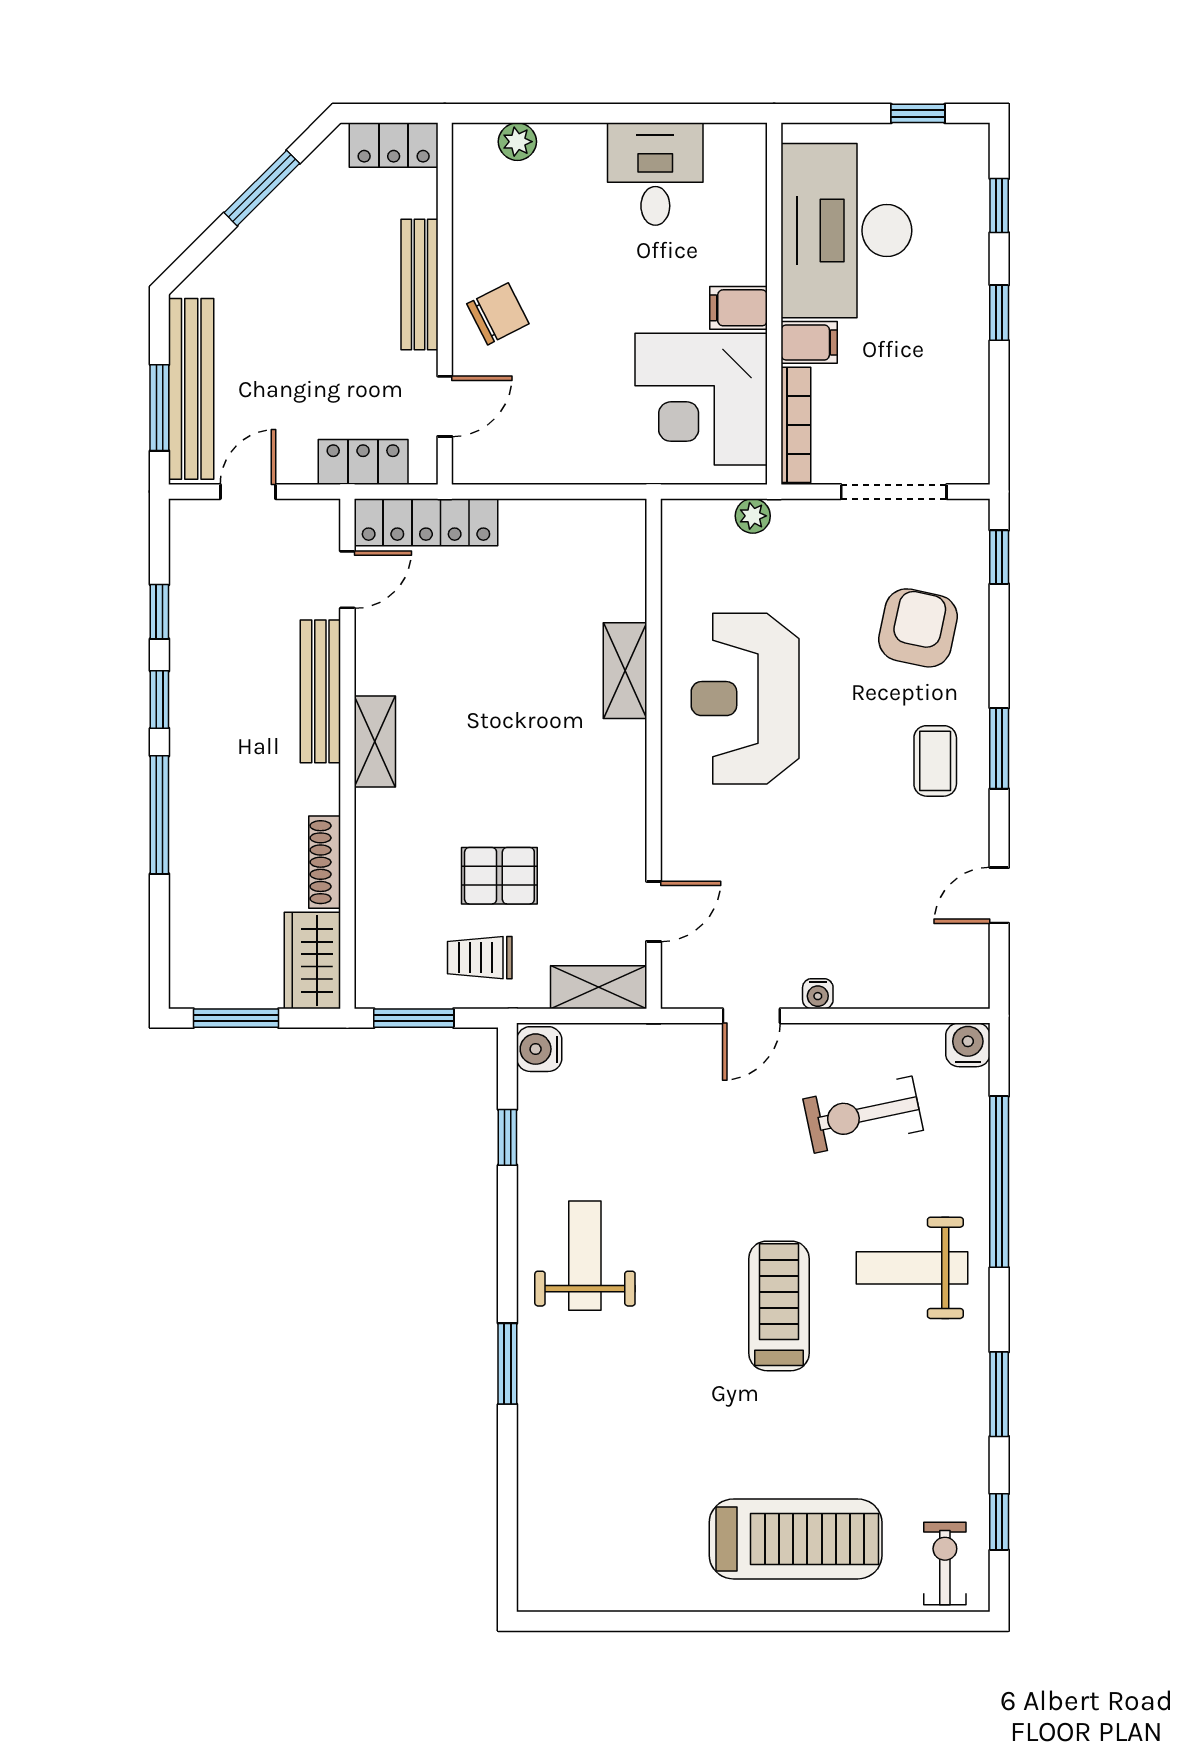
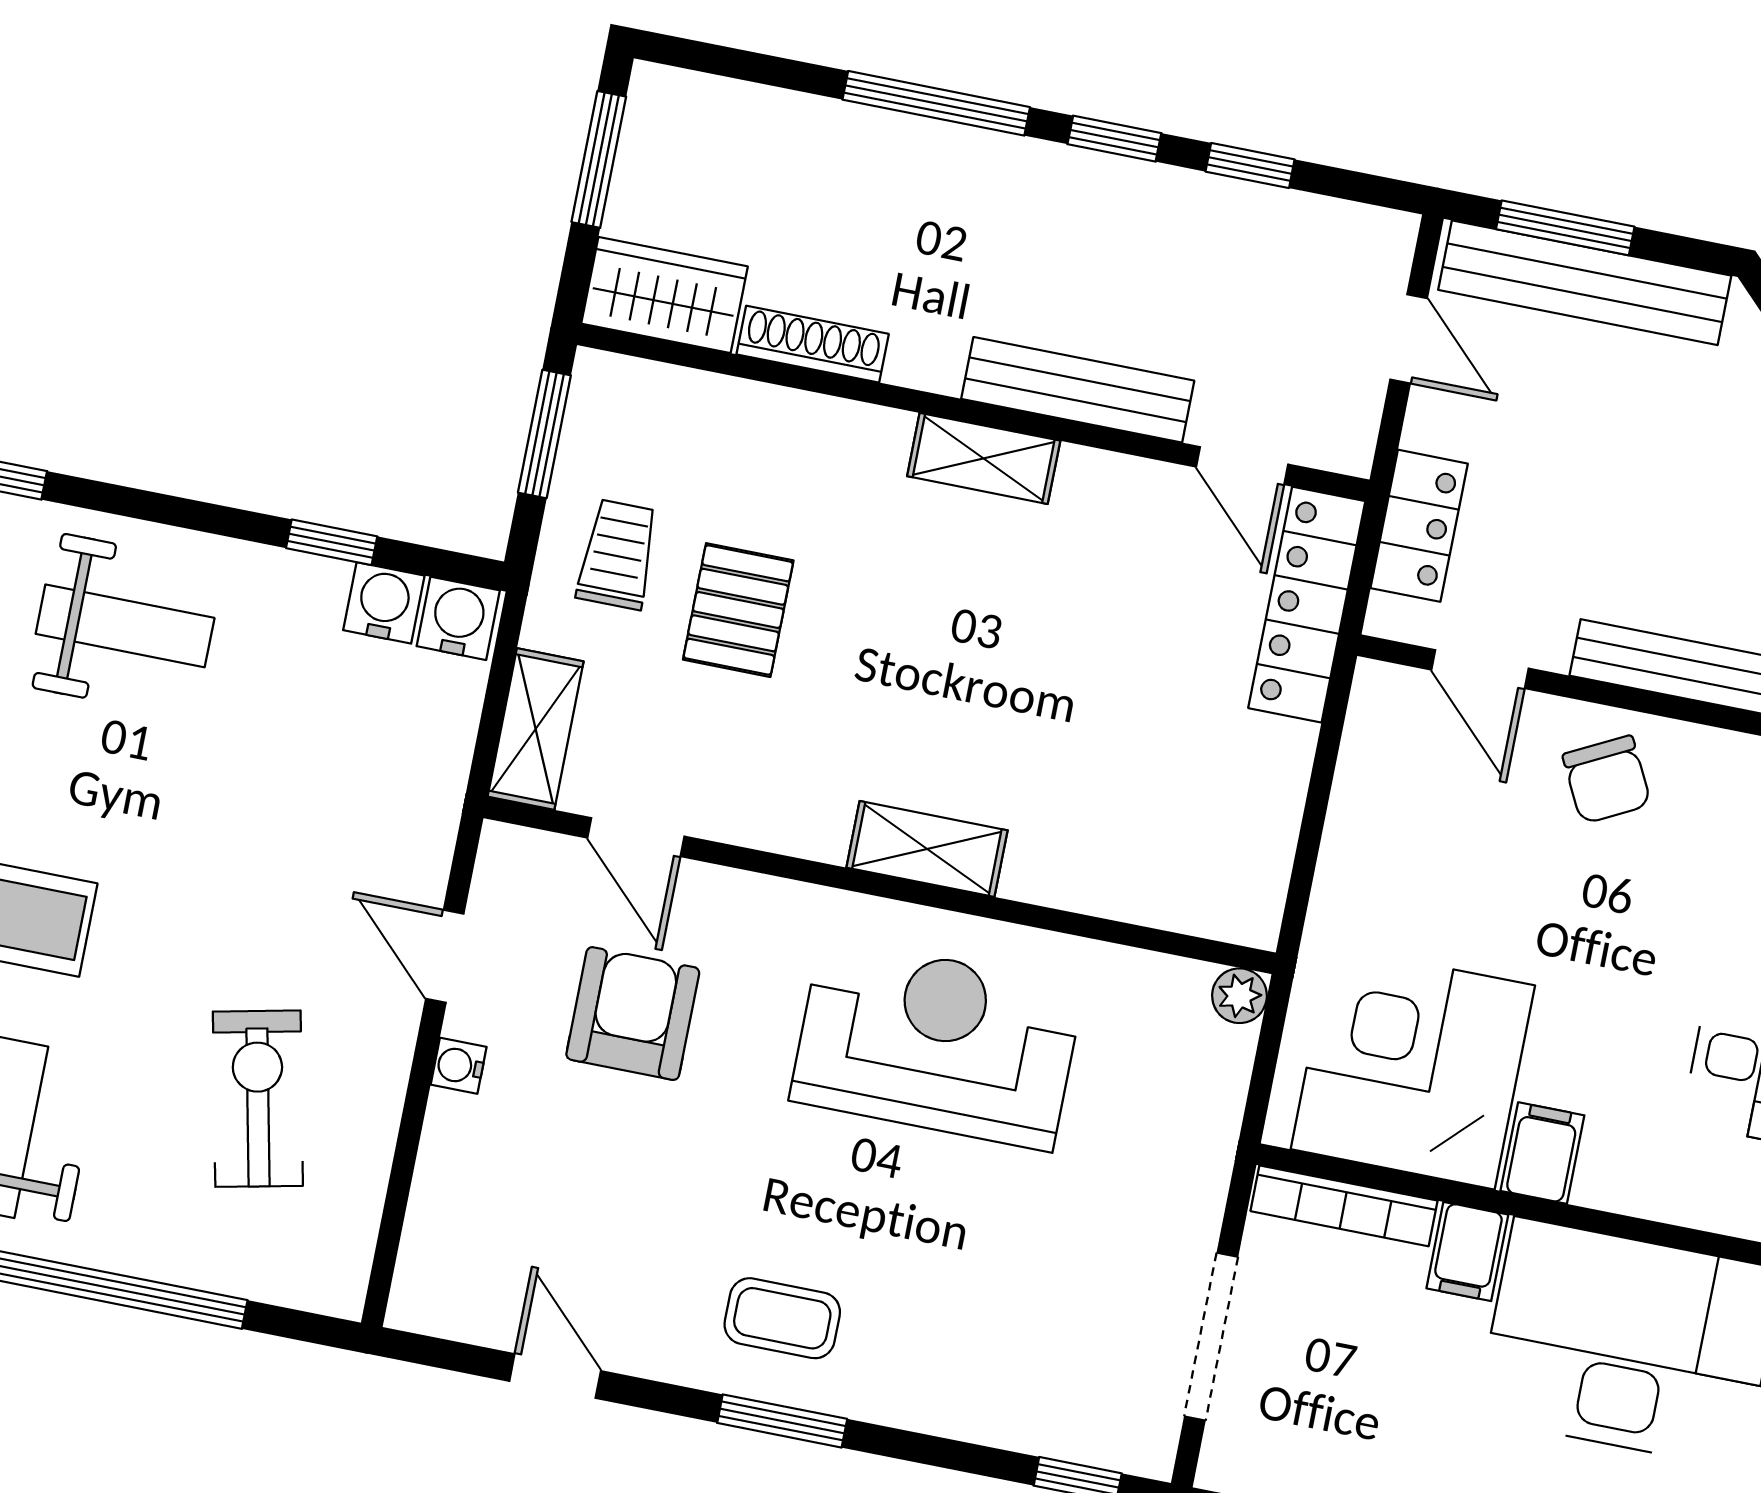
plant: (753, 516) -> (1239, 996), moved
armchair: (918, 628) -> (633, 1014), moved, turned -102
shelving: (625, 671) -> (927, 849), moved
water cooler: (968, 1045) -> (384, 603), moved, turned -90

